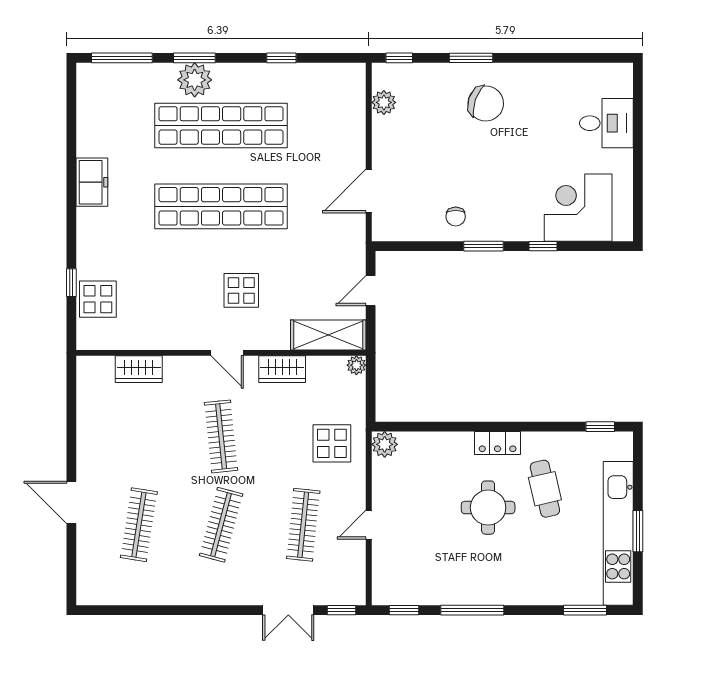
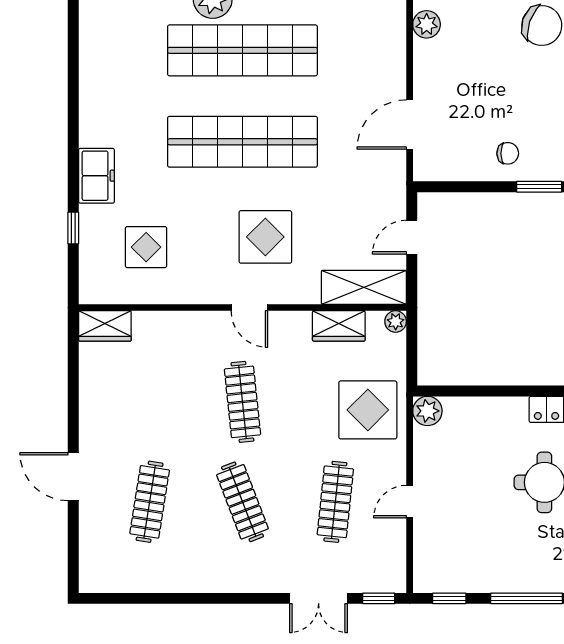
freezer: (92, 182) -> (96, 176), moved
chair: (456, 217) -> (508, 153), turned -90
display table: (241, 290) -> (265, 237), width x1.36, depth x1.36
display table: (98, 299) -> (146, 247), moved
wardrobe: (139, 369) -> (105, 326), moved
wardrobe: (282, 369) -> (339, 326), moved
display table: (332, 443) -> (368, 410), width x1.36, depth x1.36
clothes rail: (221, 525) -> (242, 502), turned -36

